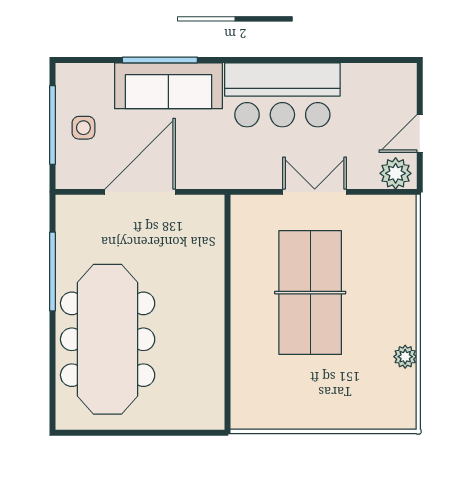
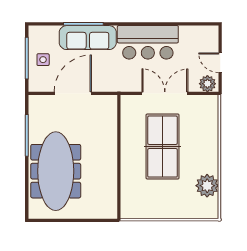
door: (420, 134) -> (220, 63), hinge flipped
double door: (315, 192) -> (165, 93), width x1.37
plant: (405, 357) -> (207, 186), width x1.88, depth x1.88

